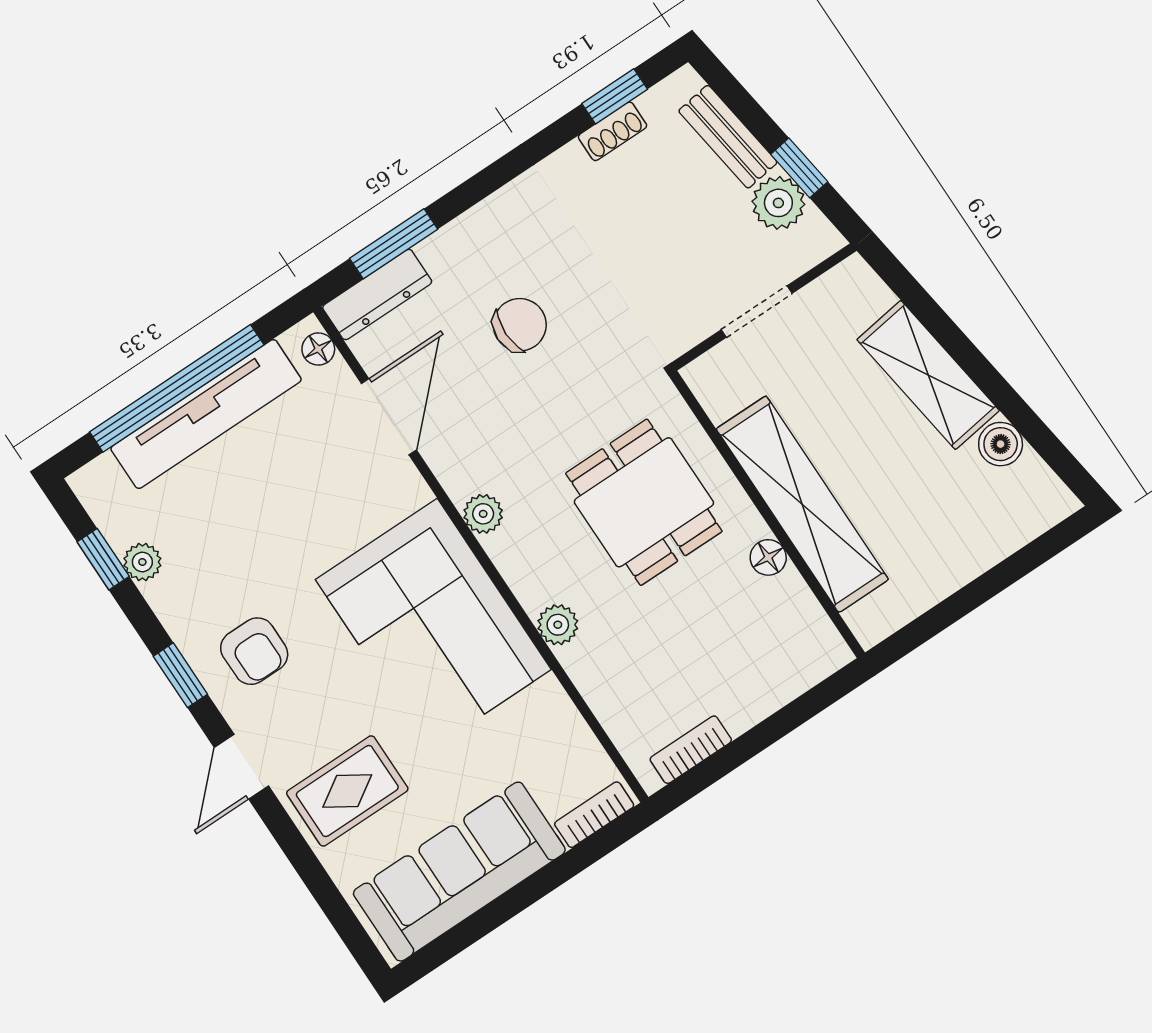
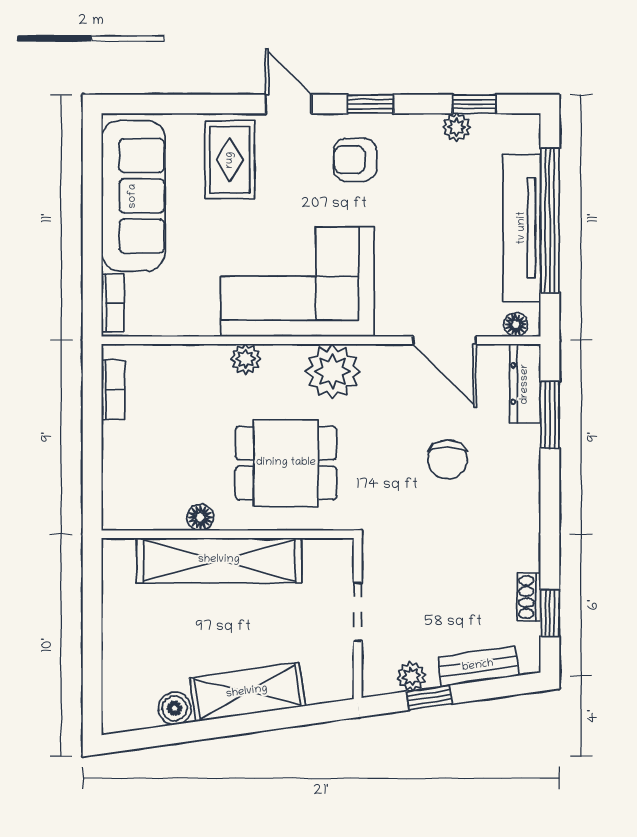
plant: (778, 203) -> (411, 676), width x0.73, depth x0.73
plant: (483, 514) -> (333, 371), width x1.88, depth x1.88

